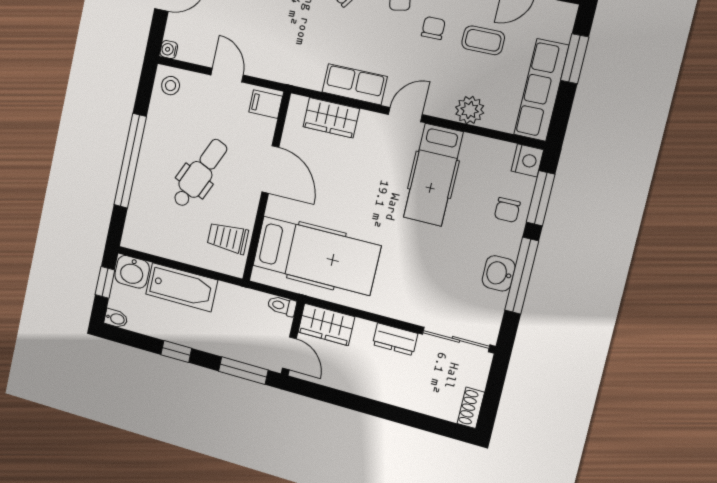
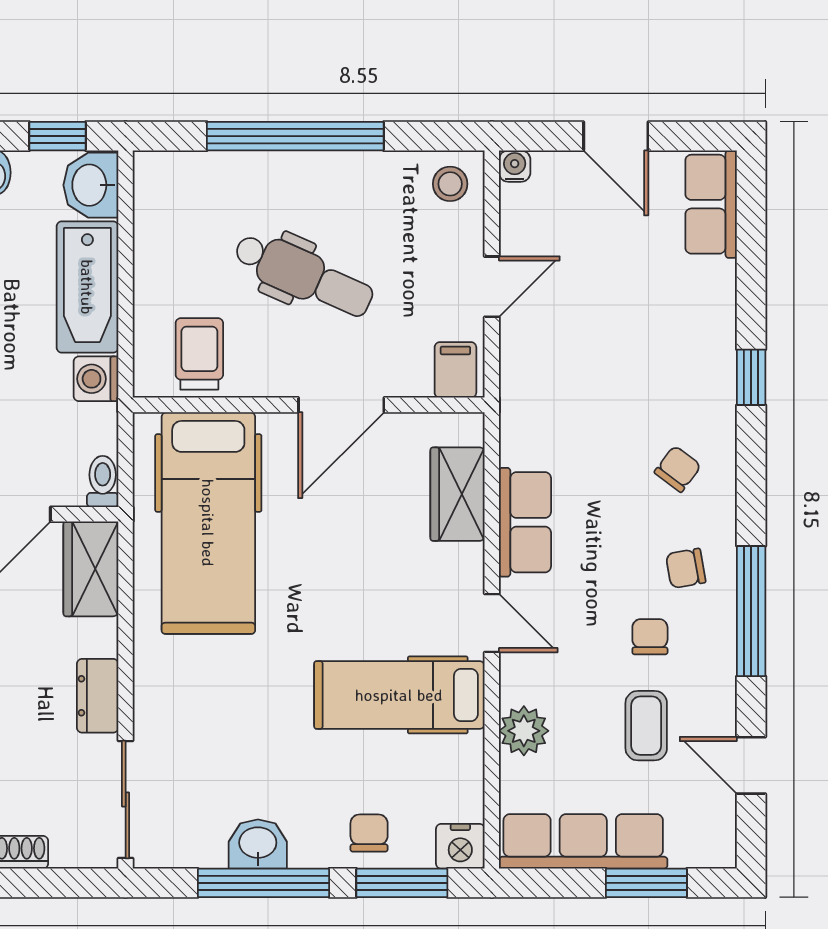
chair: (433, 28) -> (650, 637), turned -90
chair: (507, 210) -> (369, 833), turned 90
washing machine: (229, 295) -> (96, 379), added

